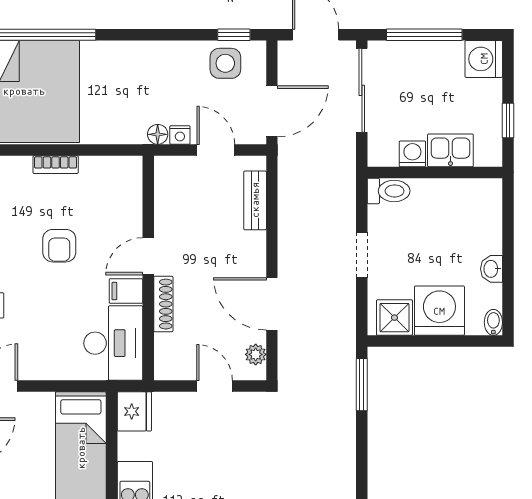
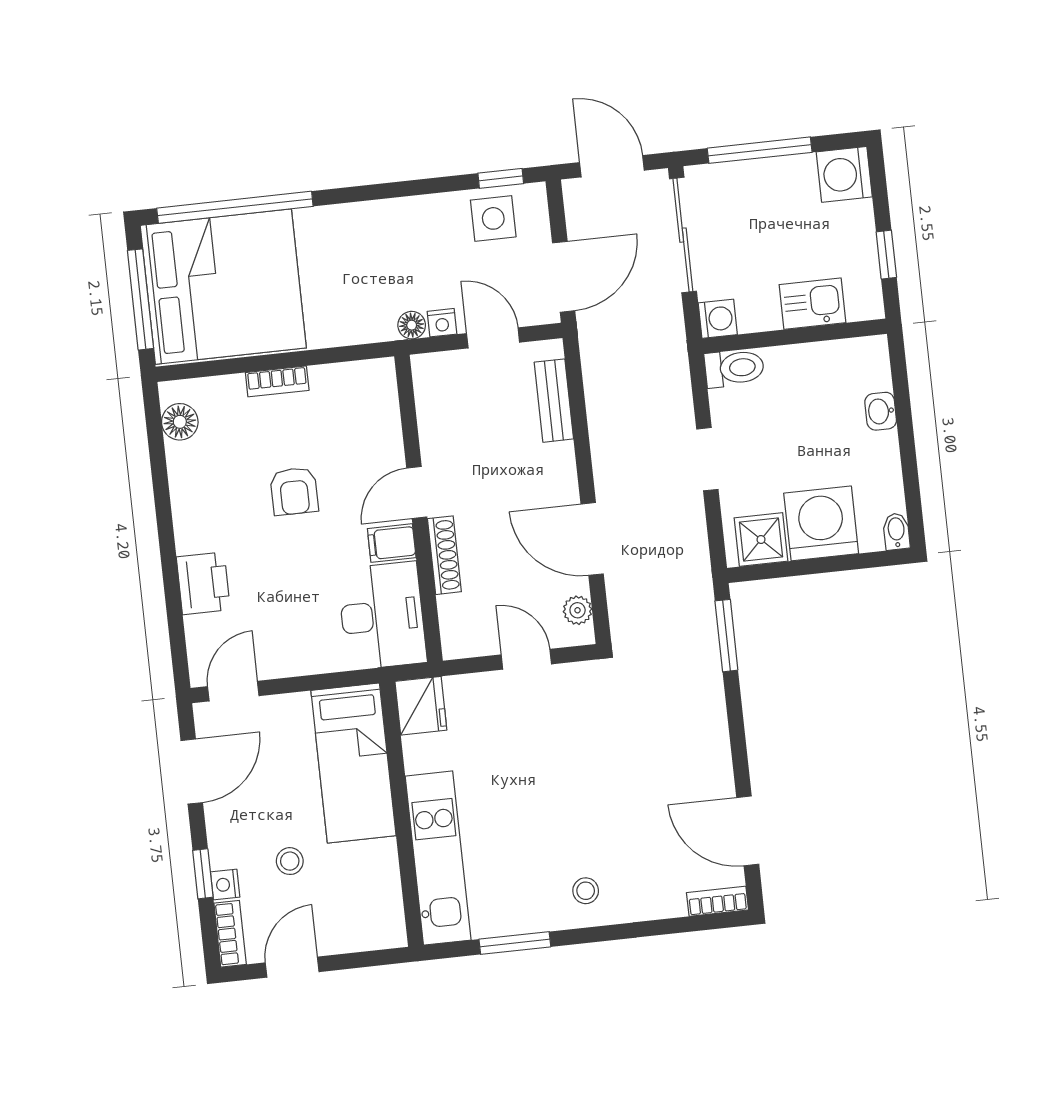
washing machine: (412, 154) -> (718, 319), moved, turned 90
washbasin: (491, 269) -> (881, 411), moved

